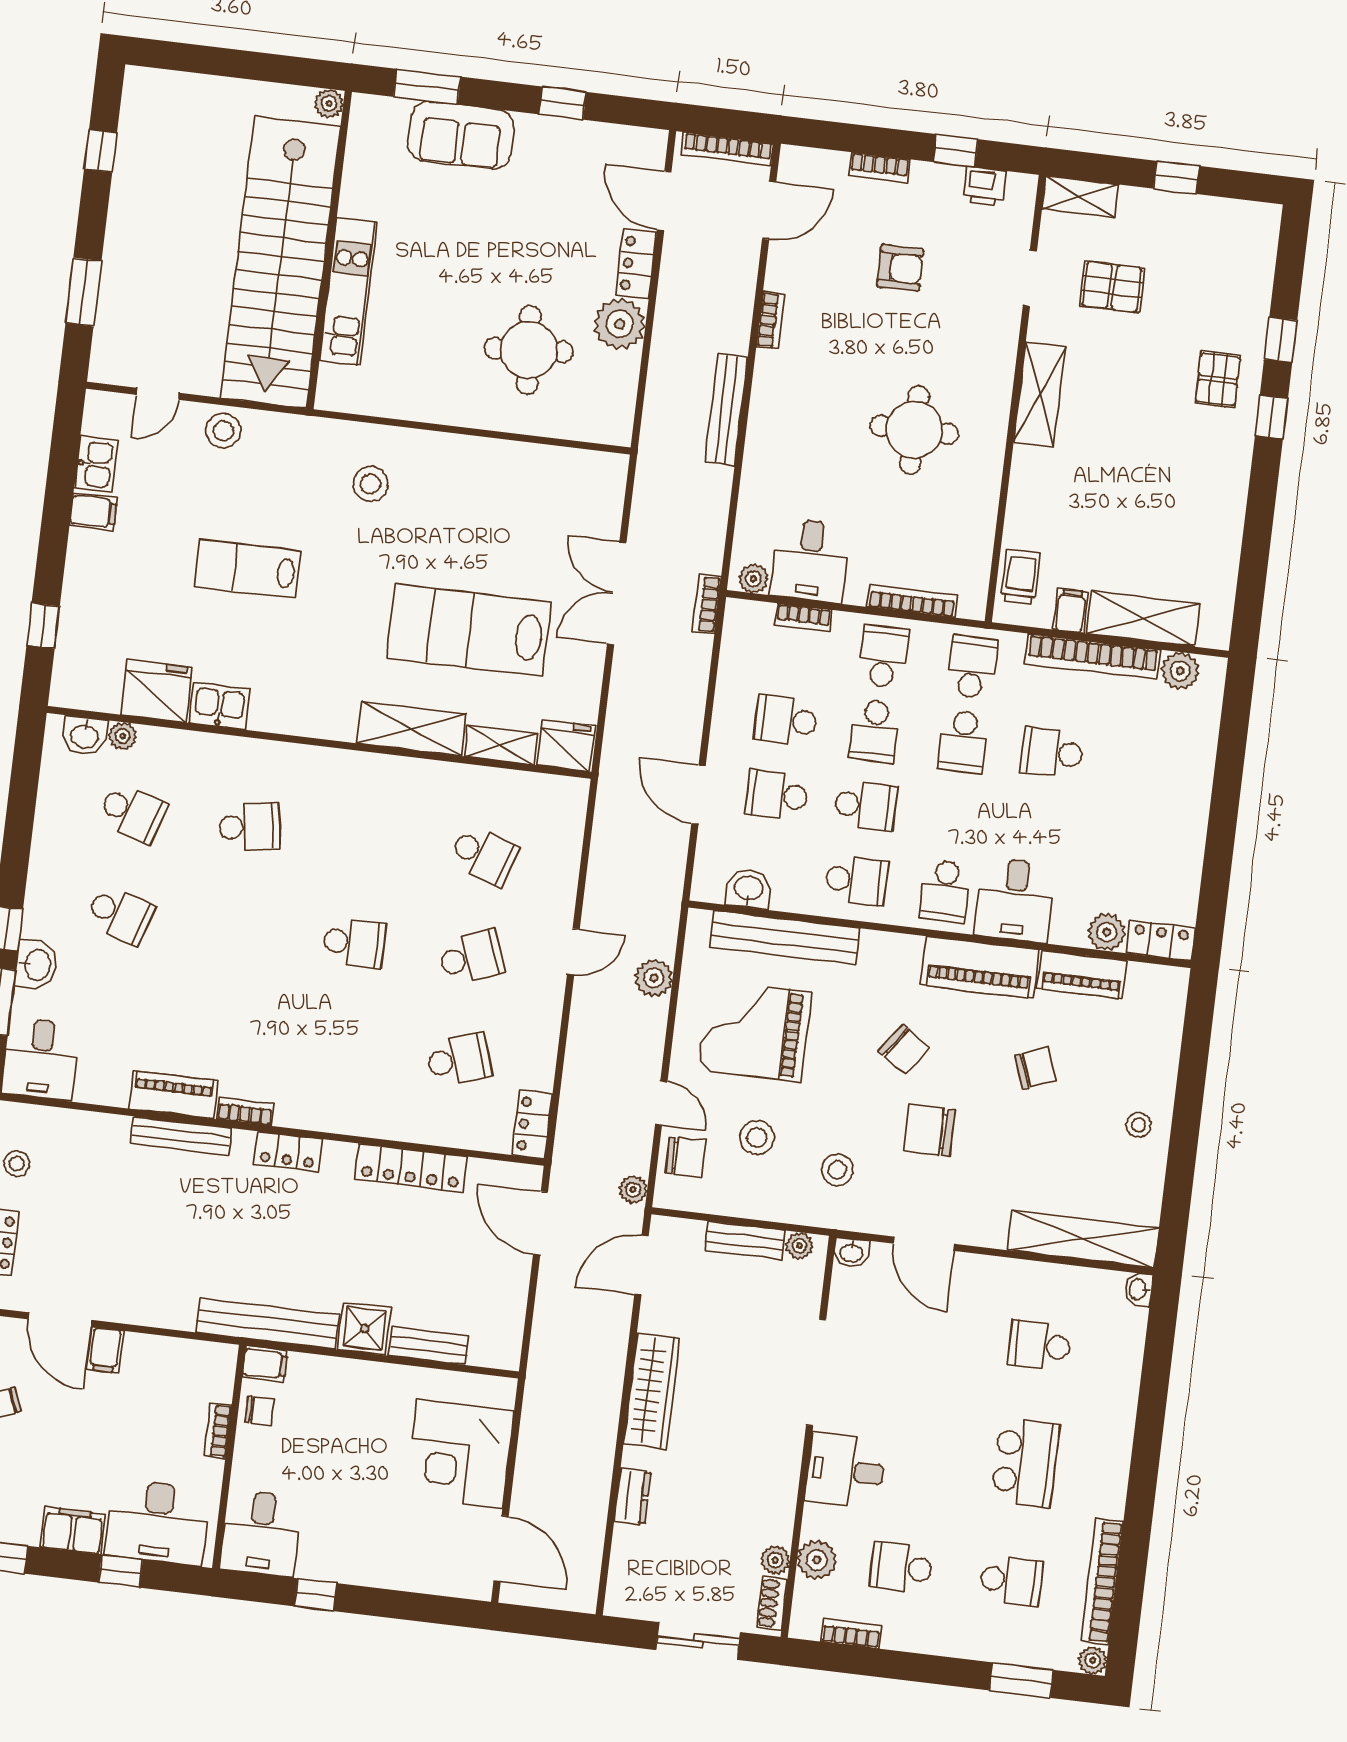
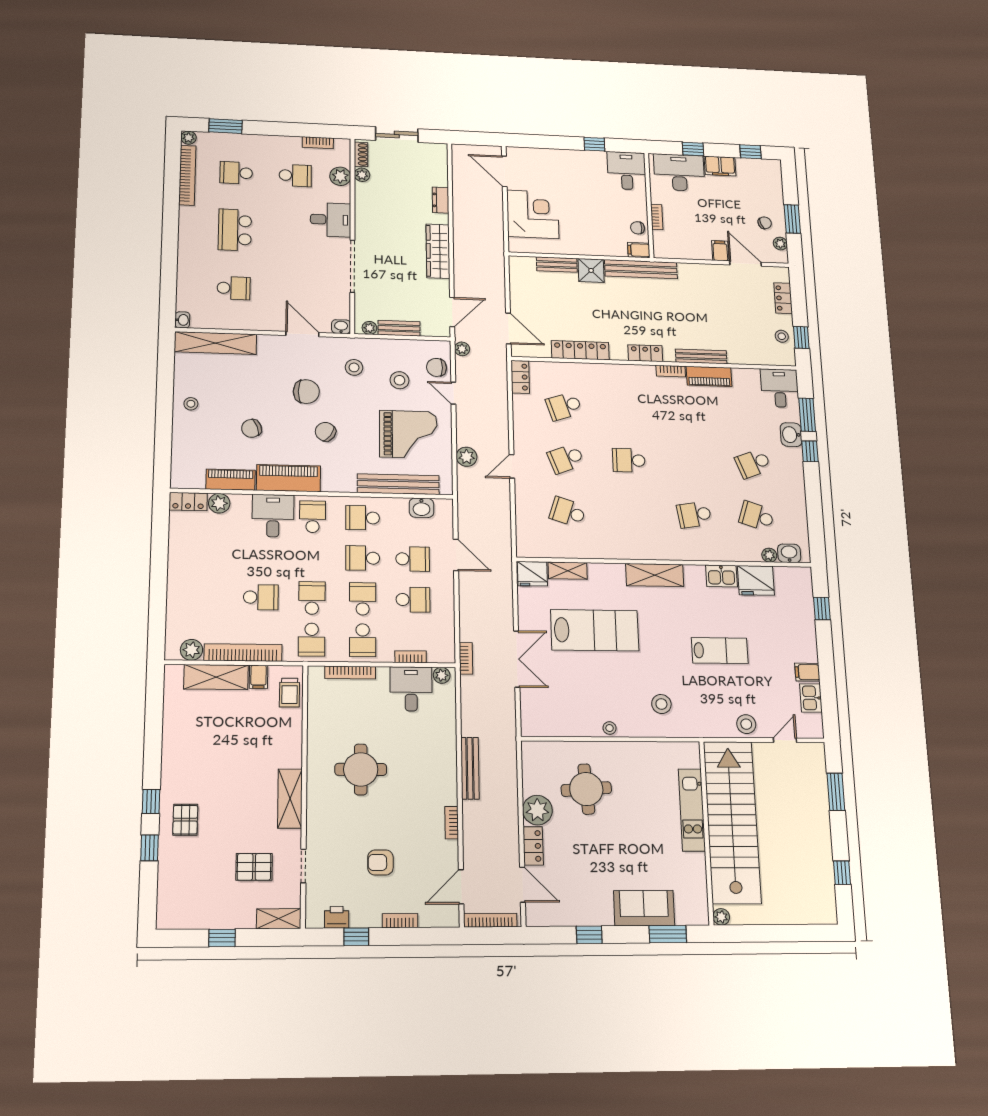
stool: (471, 452) -> (610, 728), added
shelving: (411, 729) -> (655, 575), moved
school desk: (120, 915) -> (753, 464), turned -39

